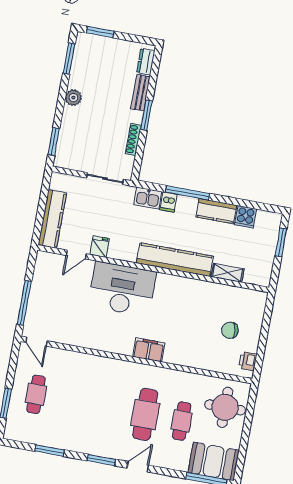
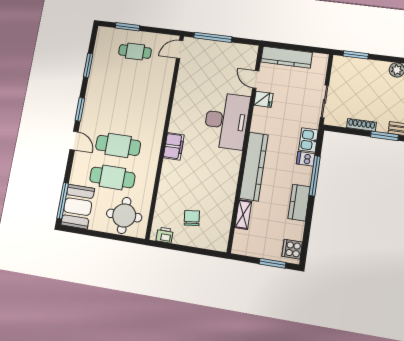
cooker: (245, 217) -> (292, 249), moved
cafe table: (182, 421) -> (112, 177), width x1.37, depth x1.35

